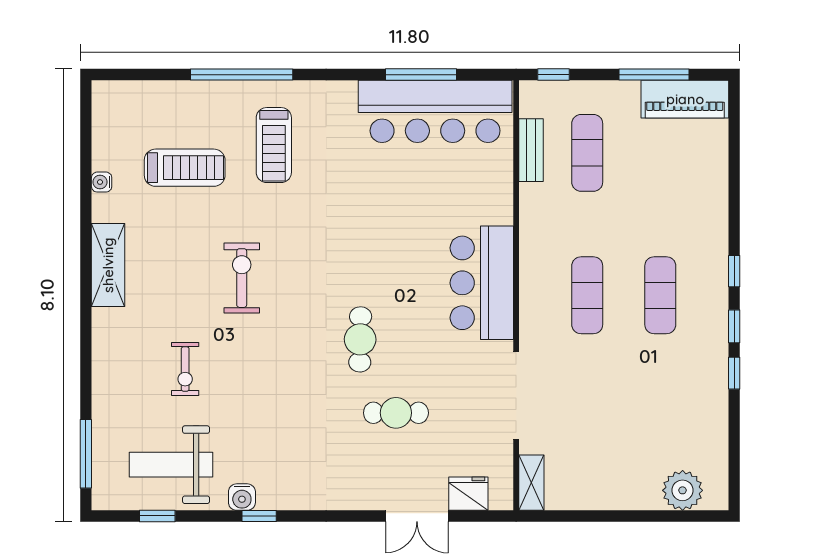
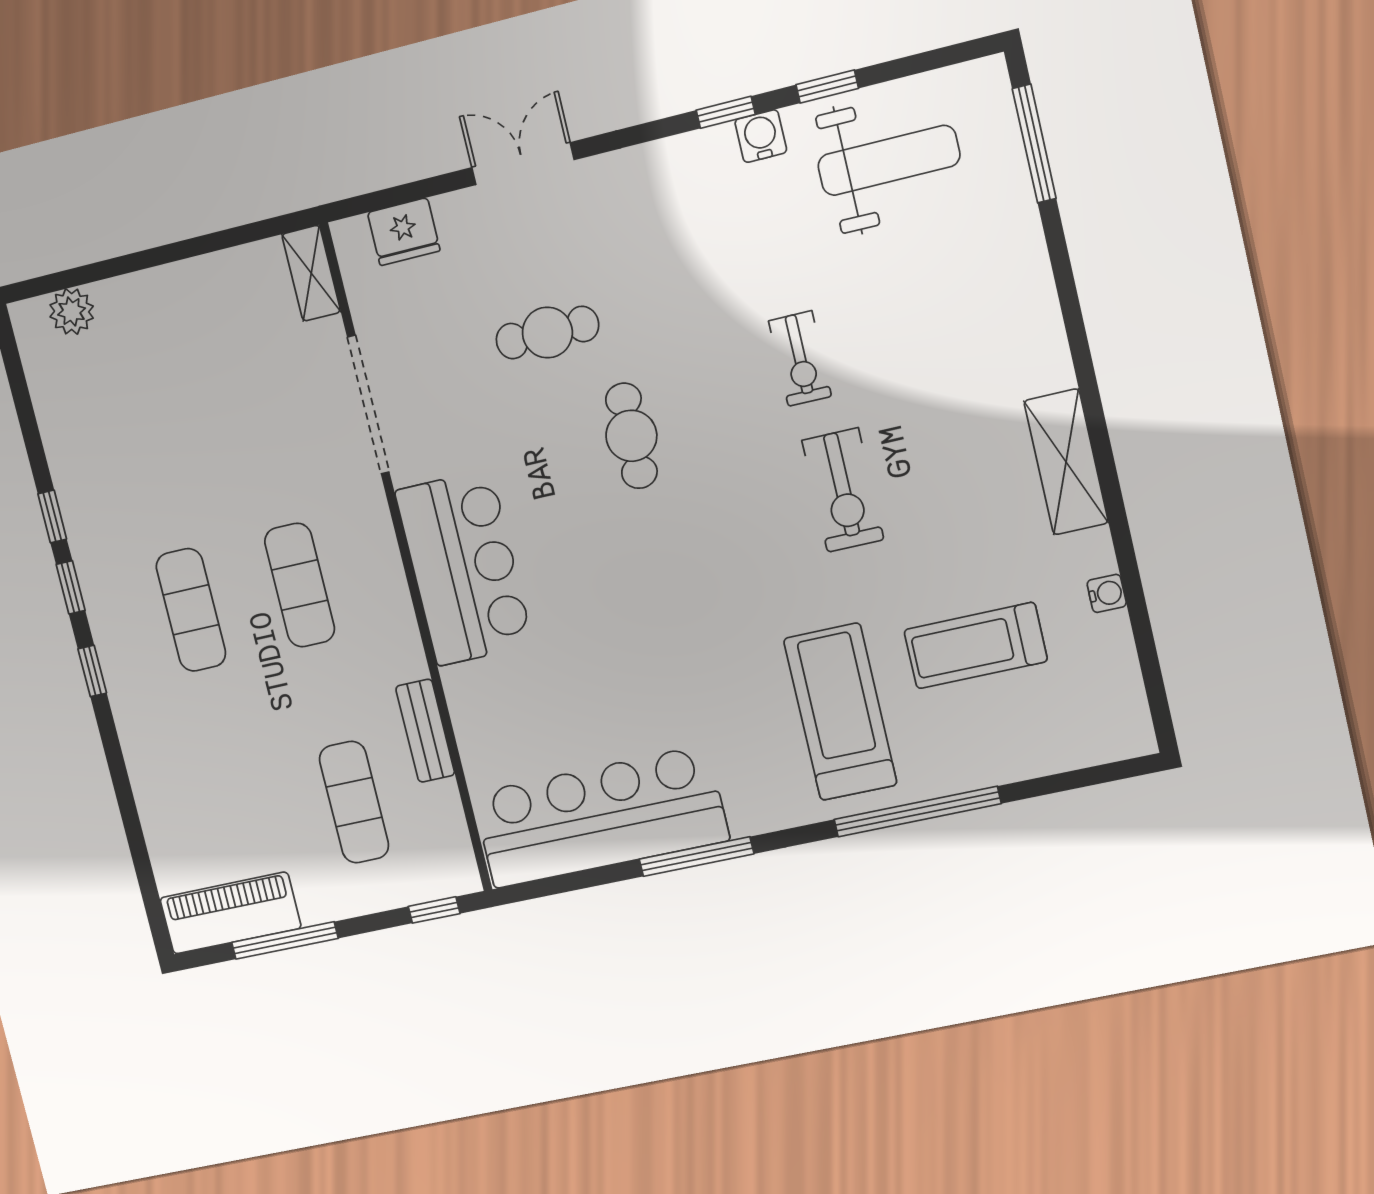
window: (421, 75) -> (696, 857), moved
treadmill: (274, 145) -> (840, 712), width x1.37, depth x1.38
bench: (531, 150) -> (425, 731), moved
exercise bike: (185, 369) -> (800, 359), moved, turned 180
plant: (683, 490) -> (72, 312), width x0.73, depth x0.73
window: (157, 516) -> (827, 86), moved
double door: (417, 516) -> (523, 164), moved

